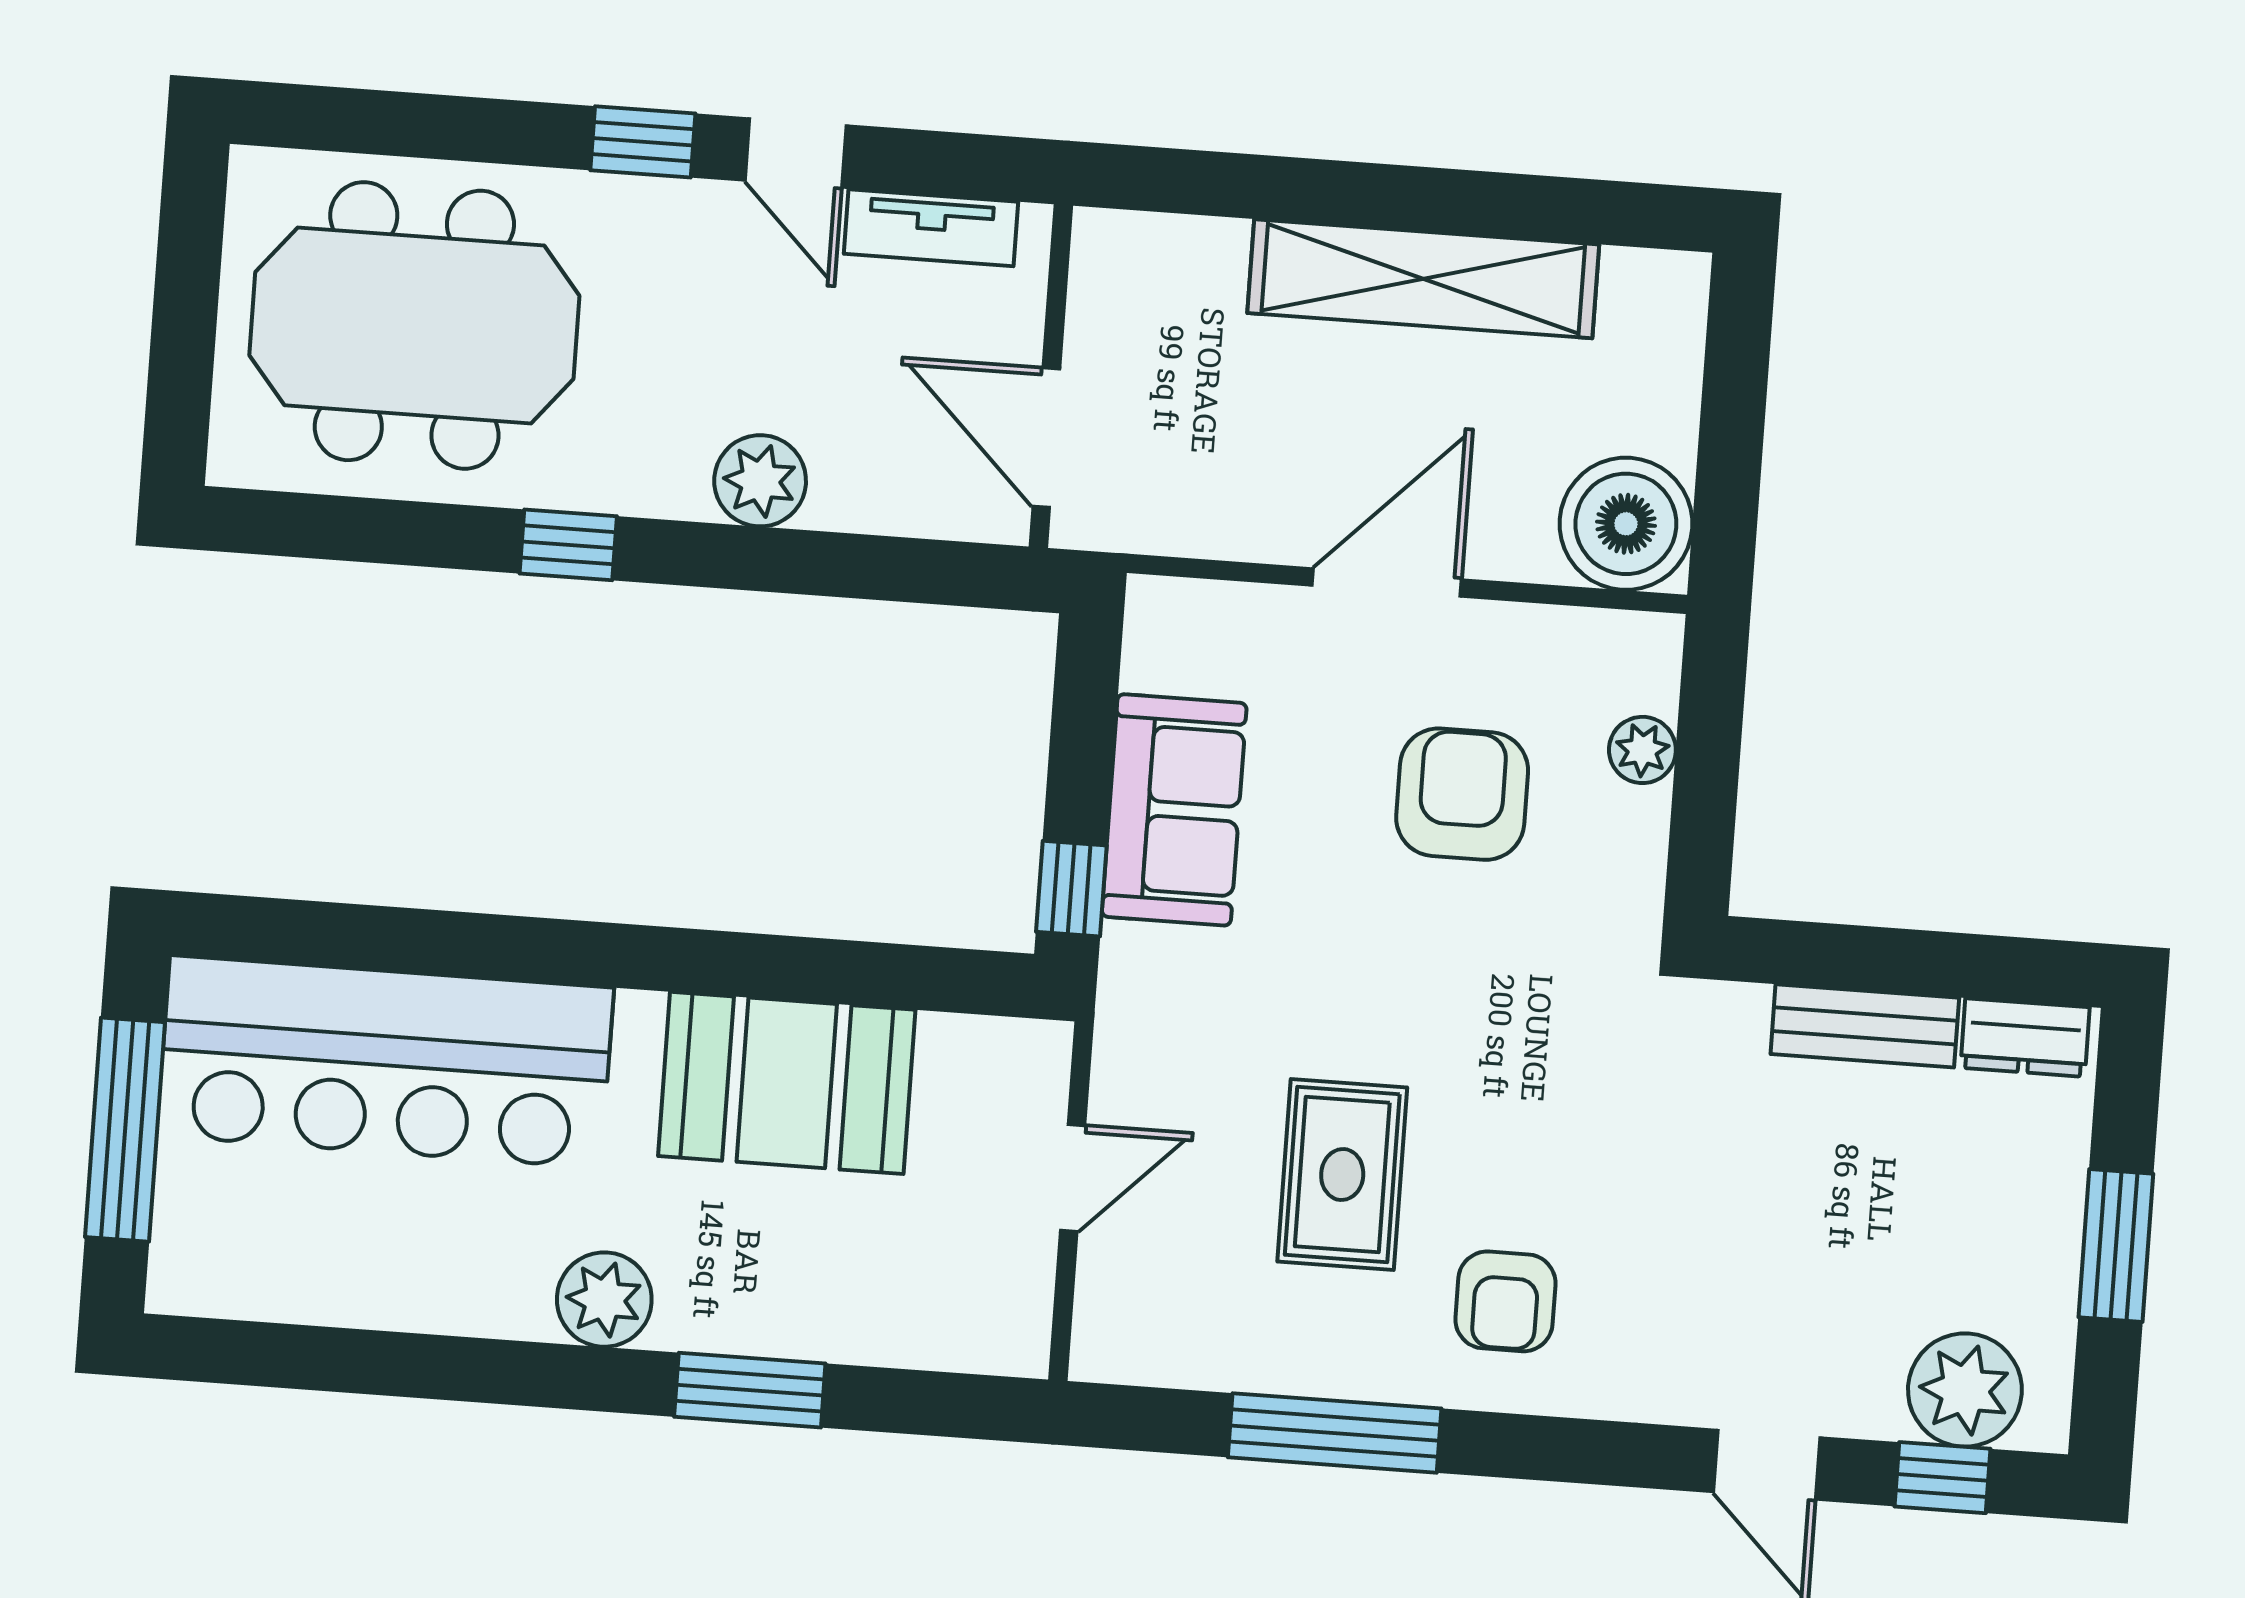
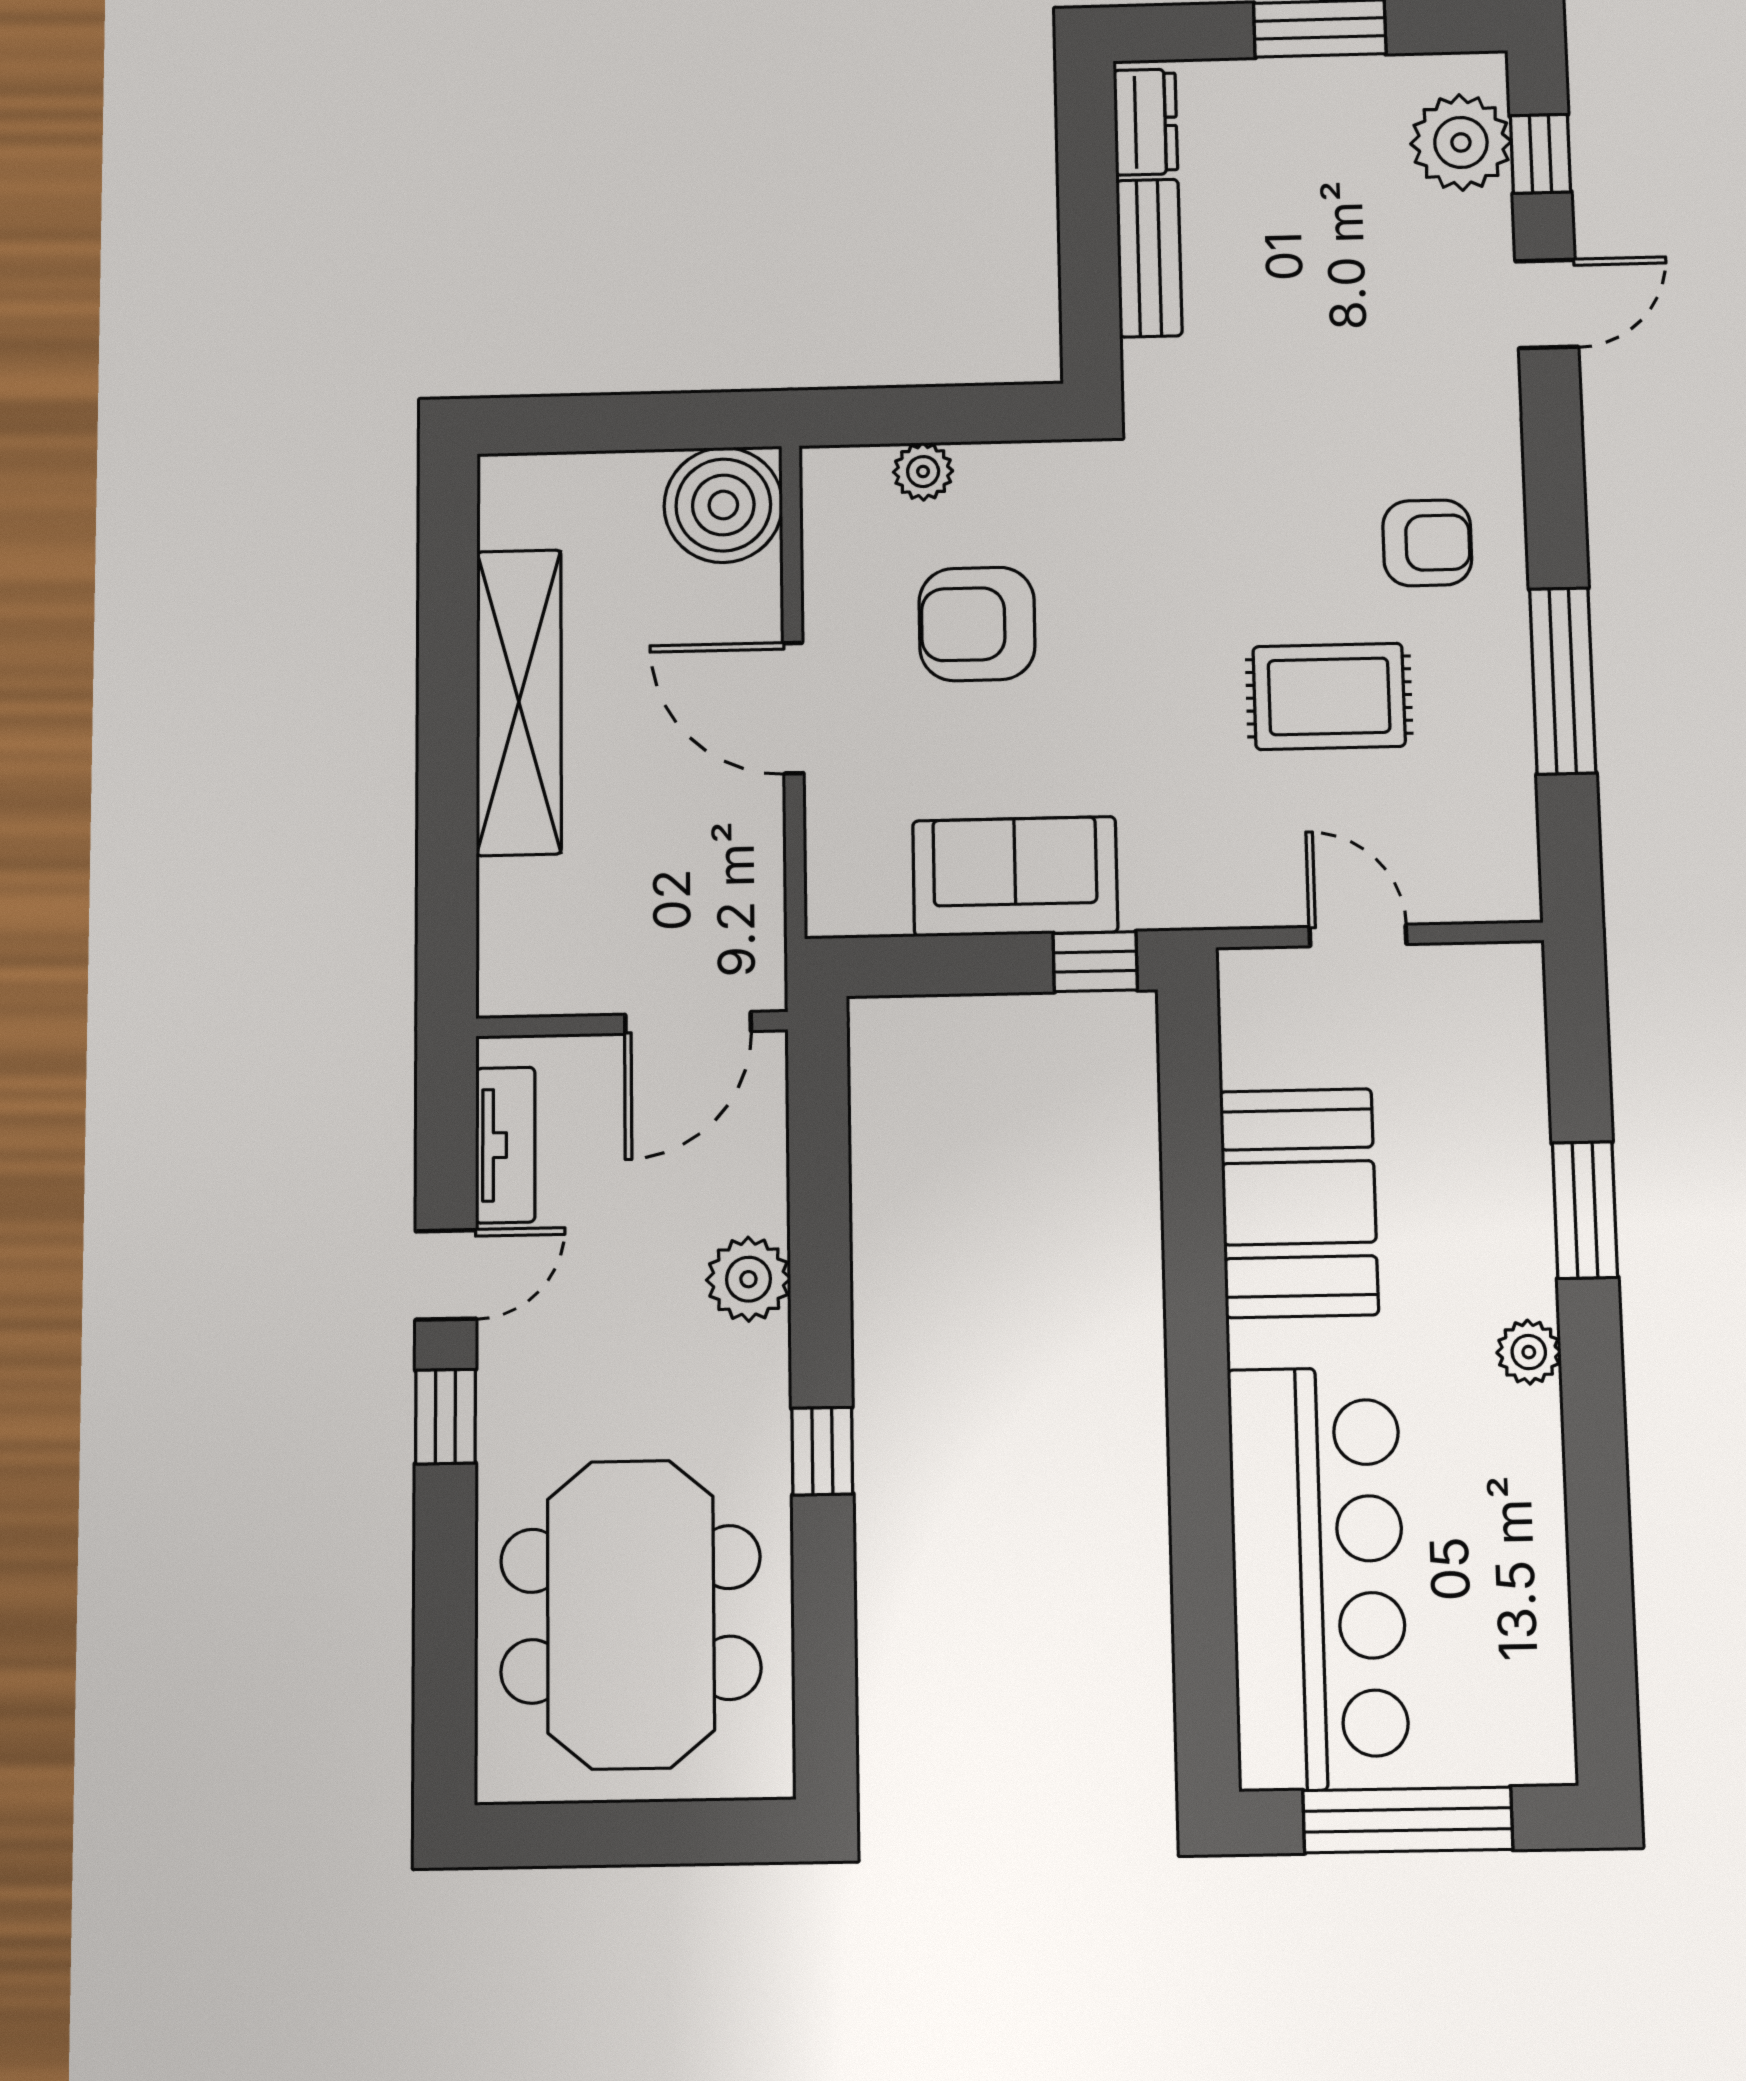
plant: (604, 1300) -> (1529, 1352), width x0.73, depth x0.73

